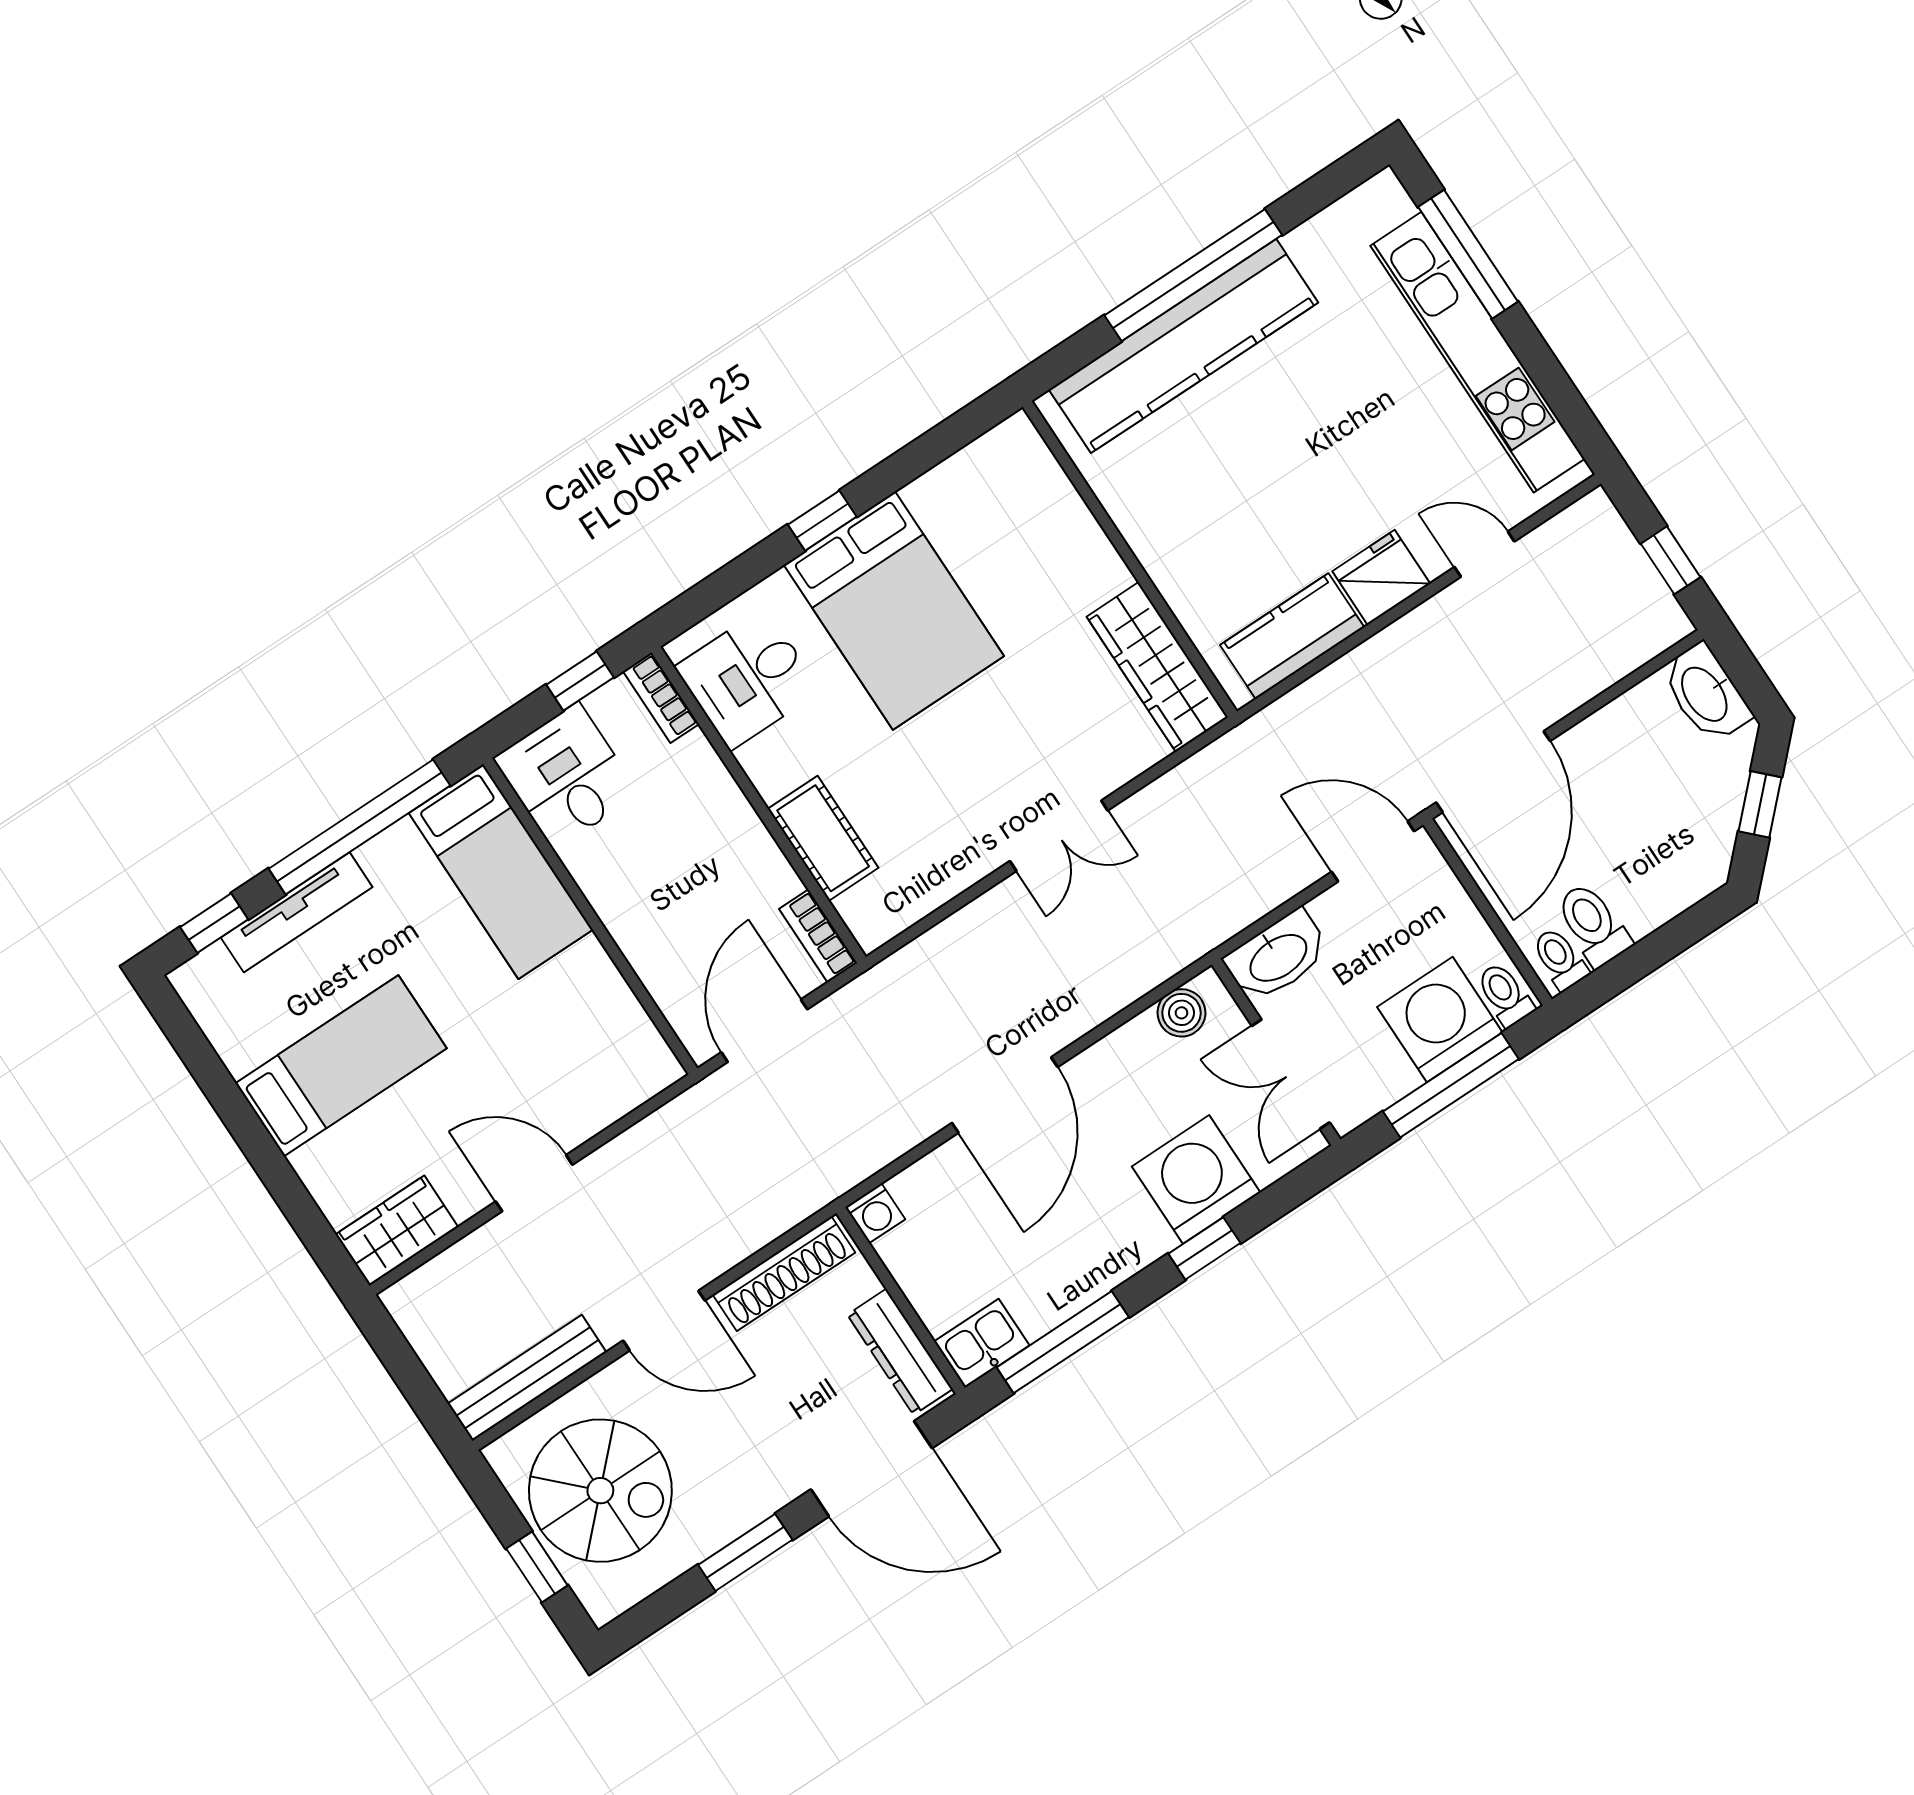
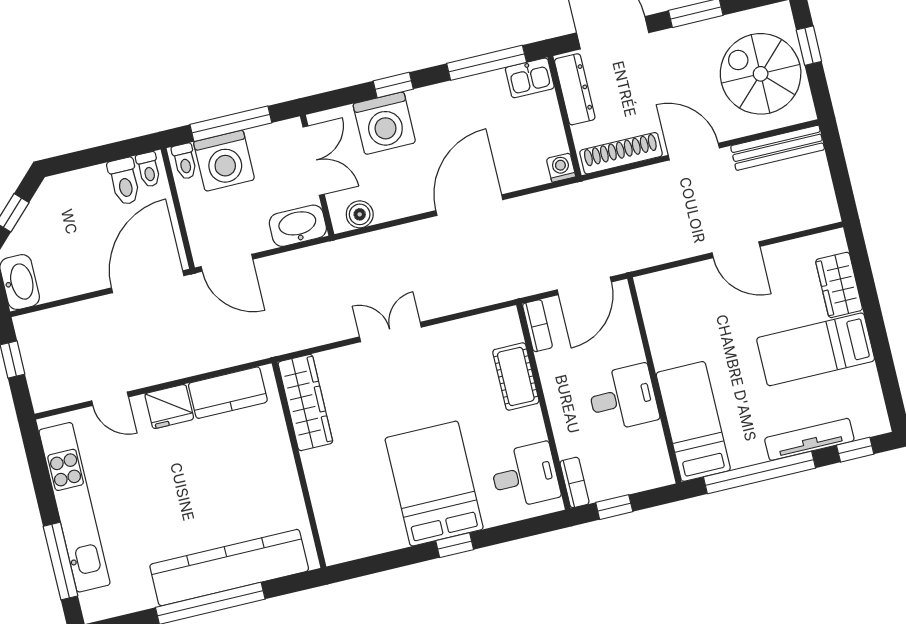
desk: (566, 776) -> (623, 398), moved, turned -90
wardrobe: (397, 1231) -> (839, 285), moved, turned 90

